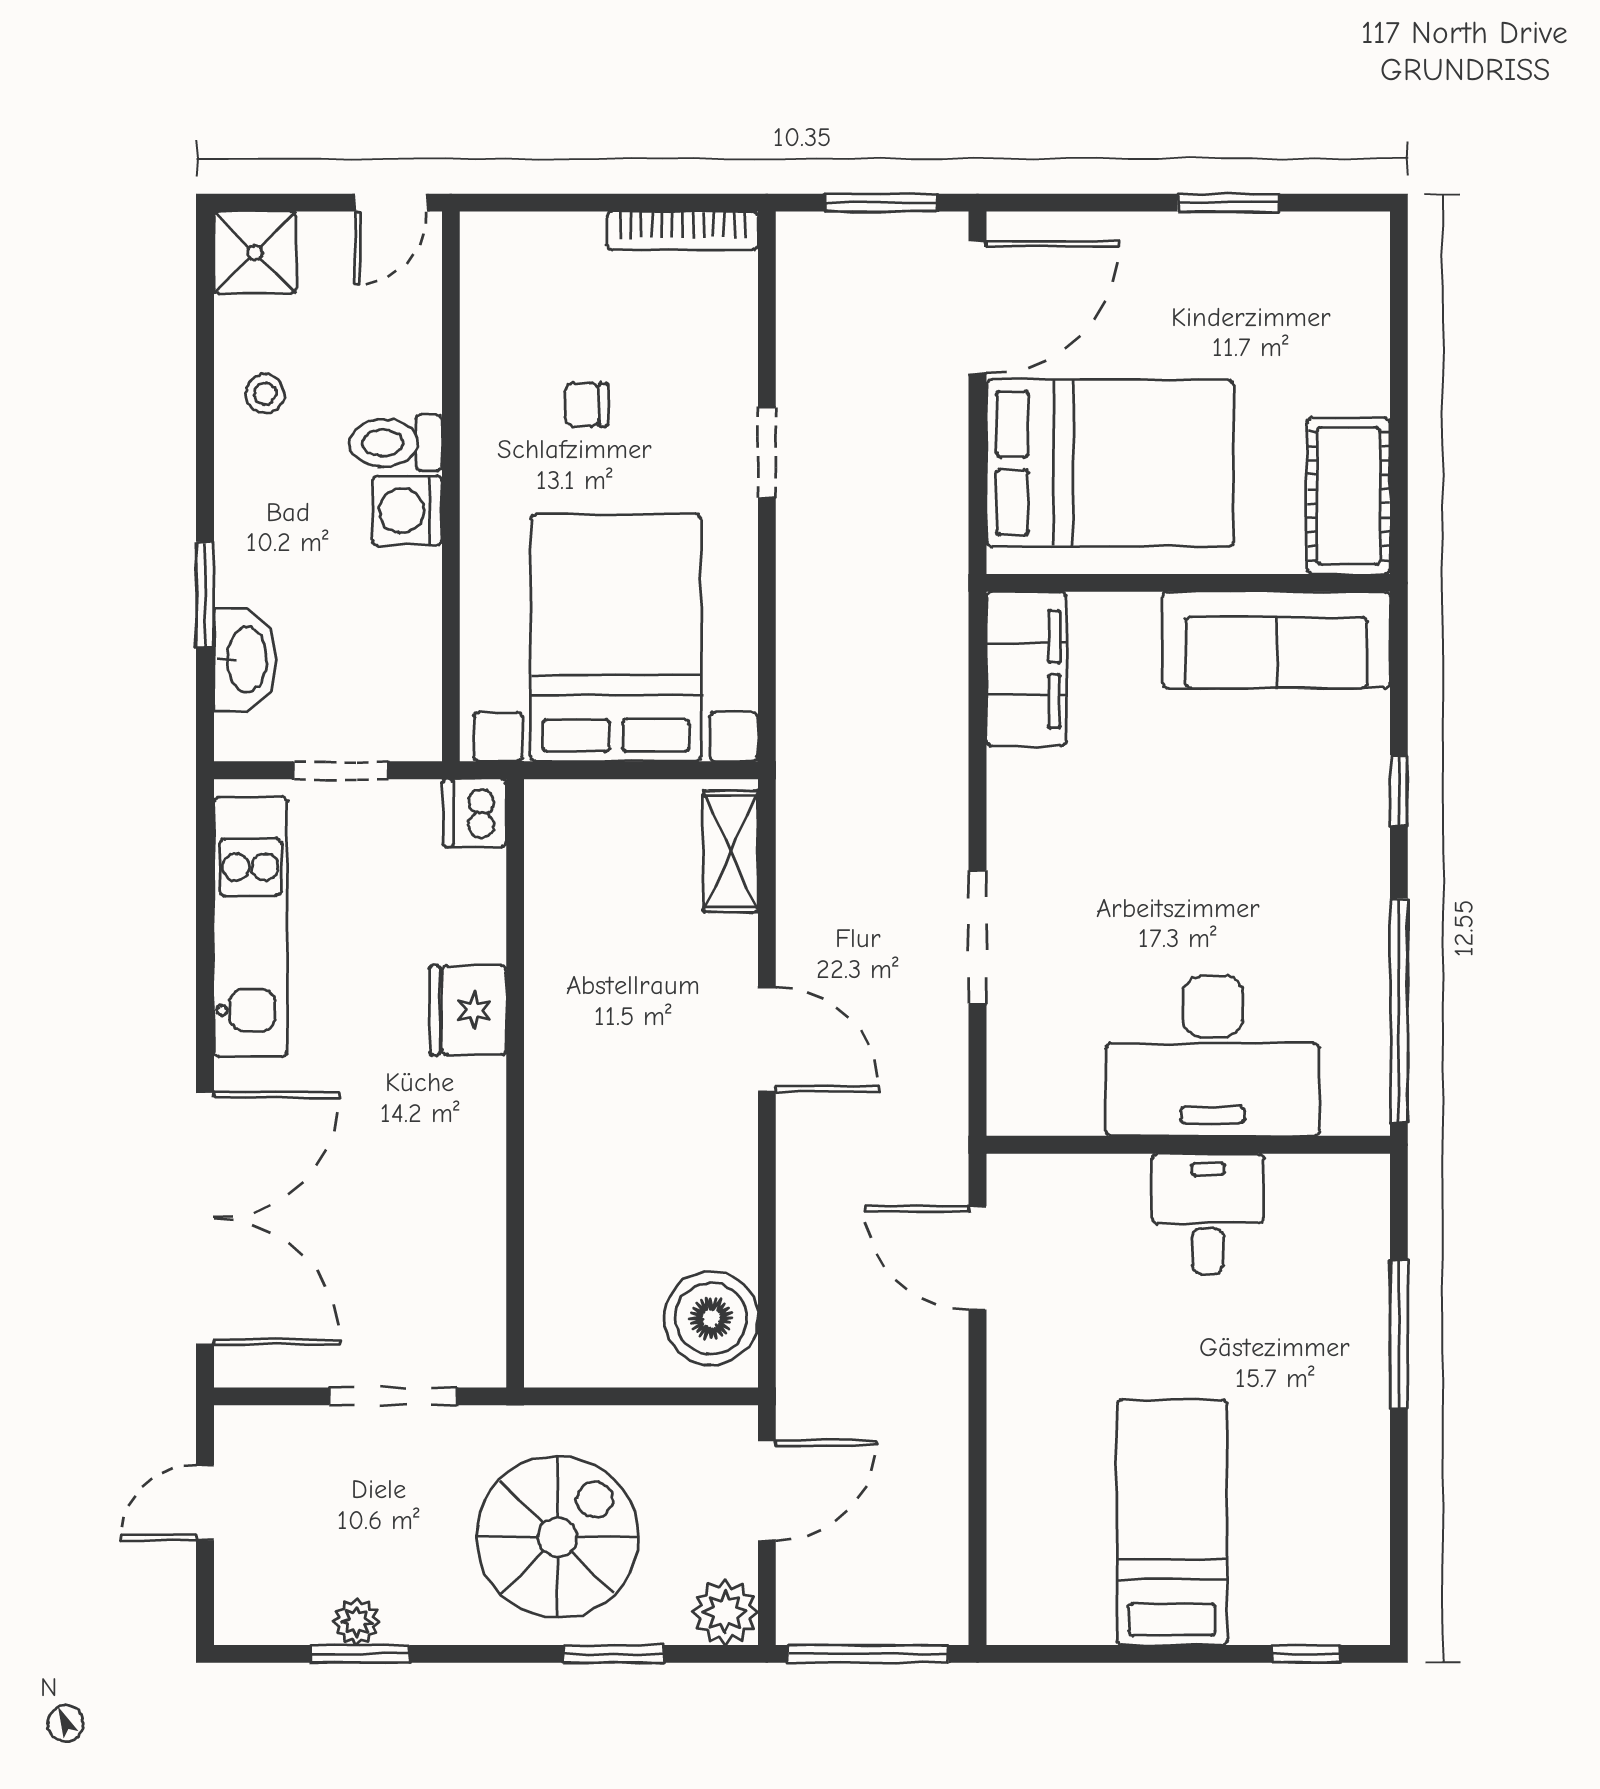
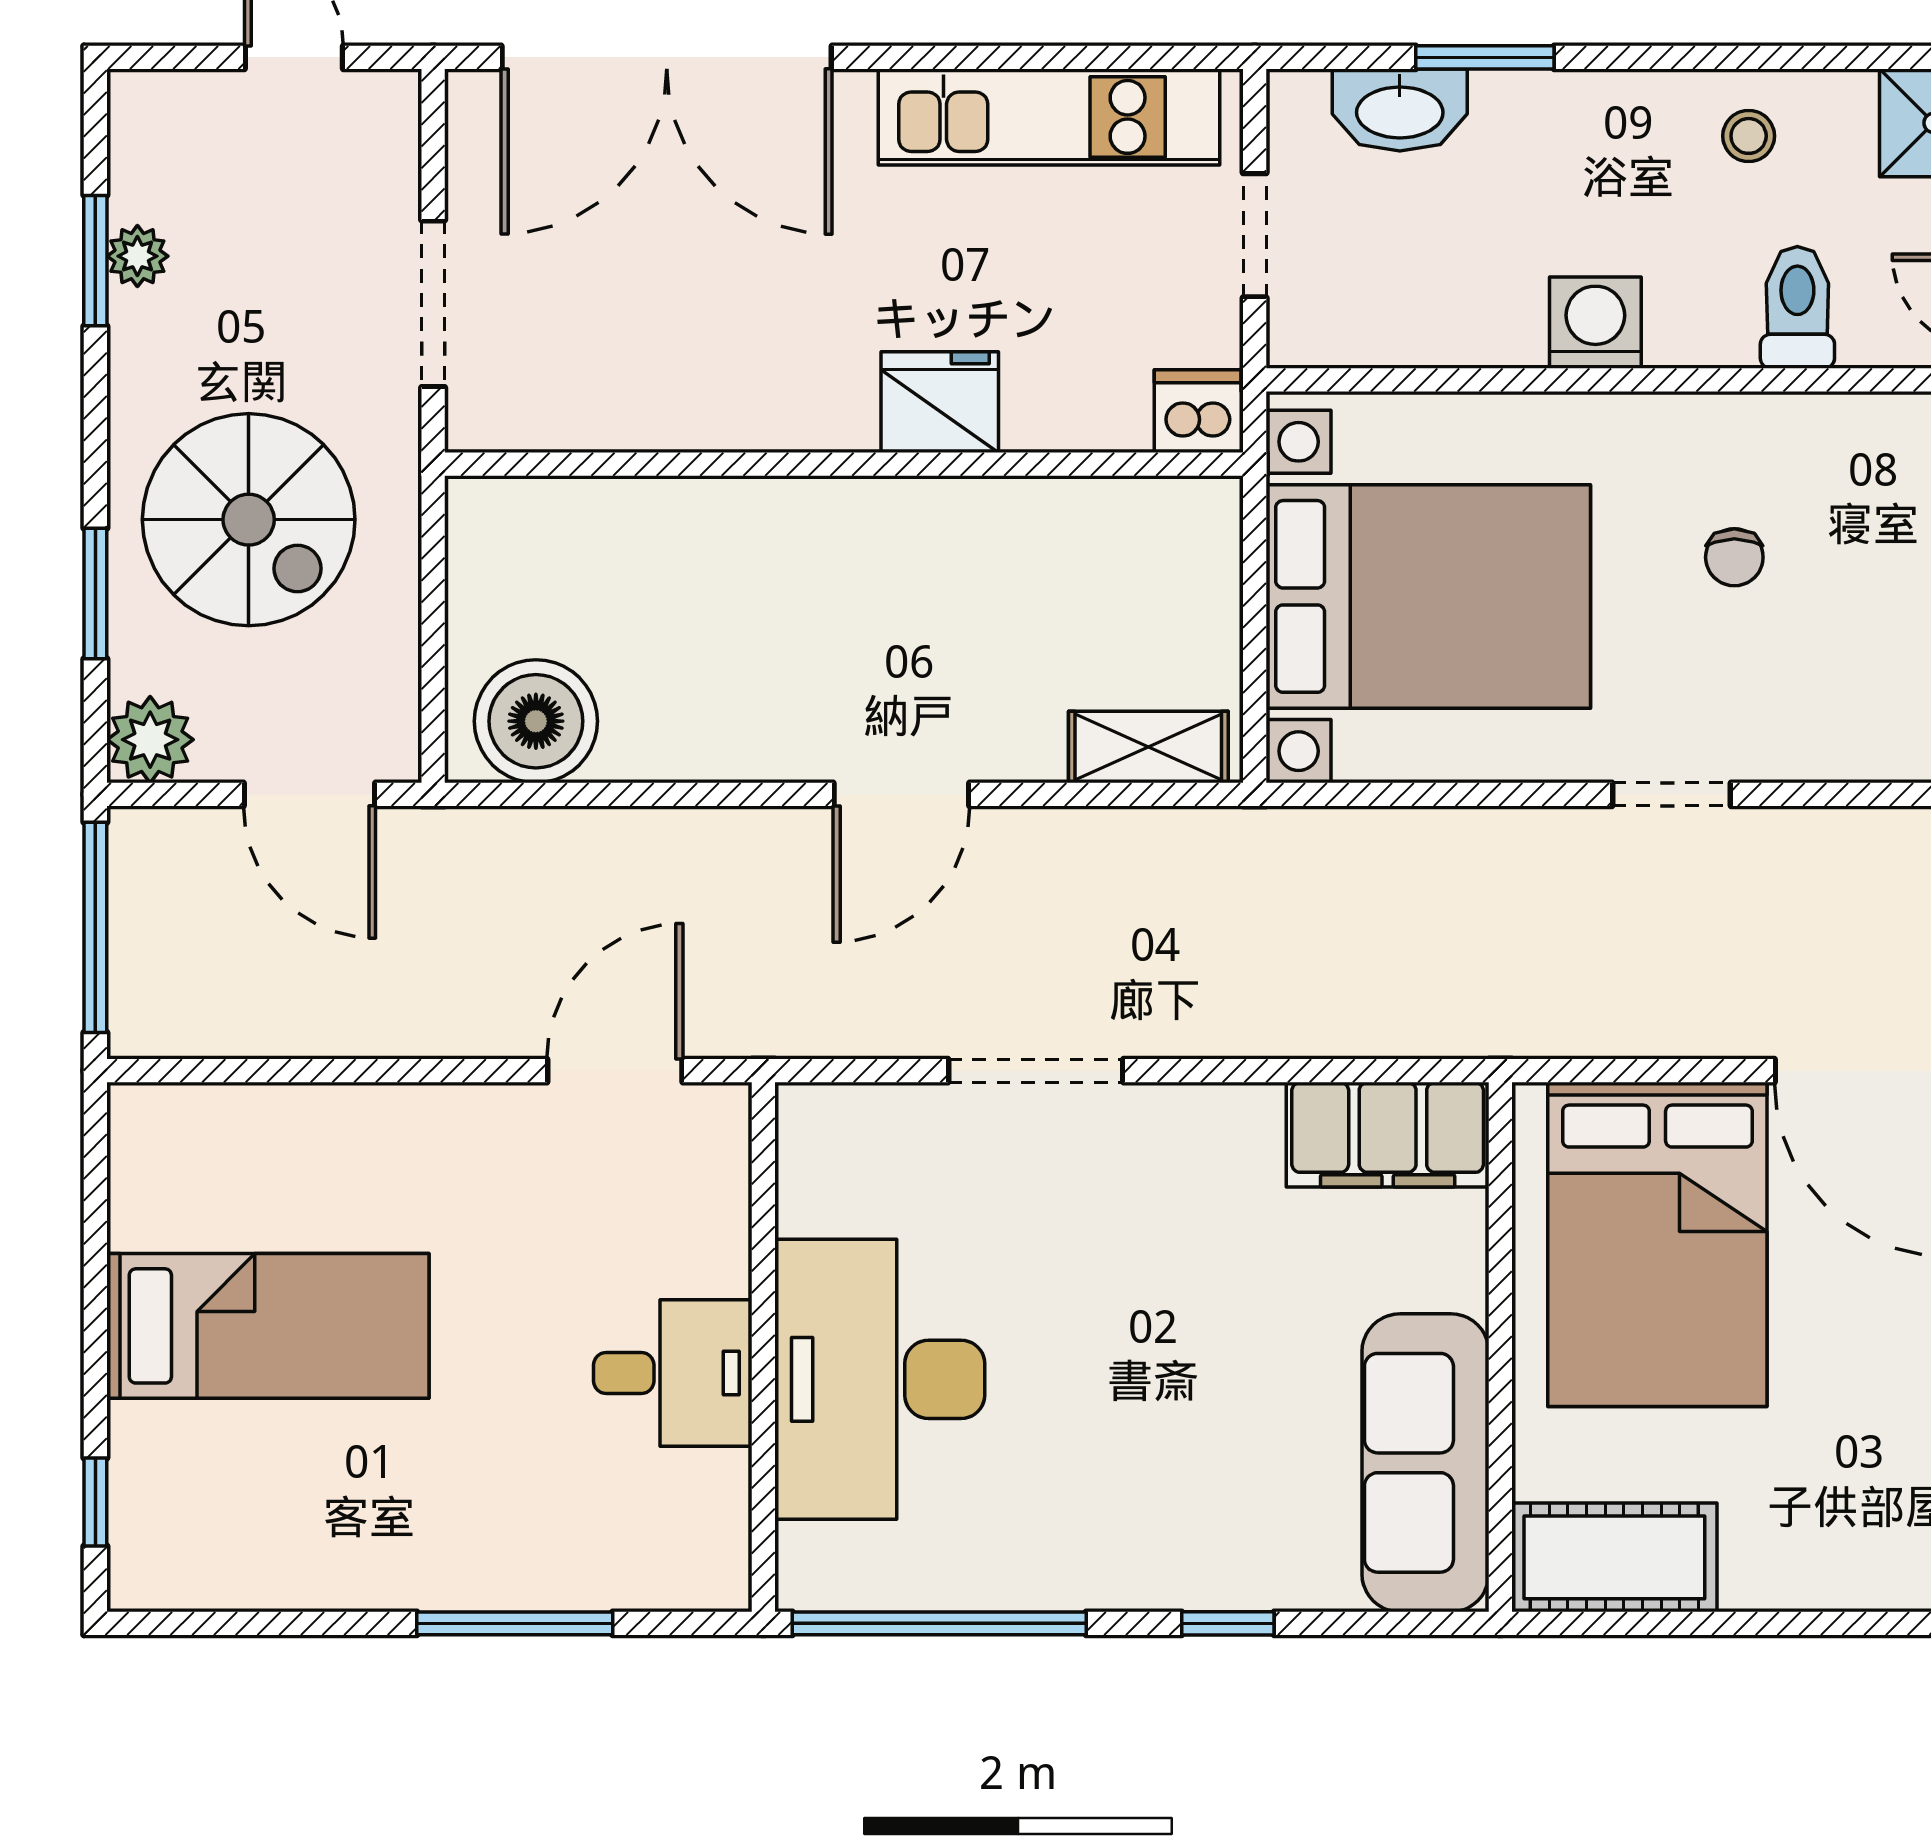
chair: (586, 405) -> (1734, 557), turned 180
toilet: (396, 443) -> (1797, 307), moved

